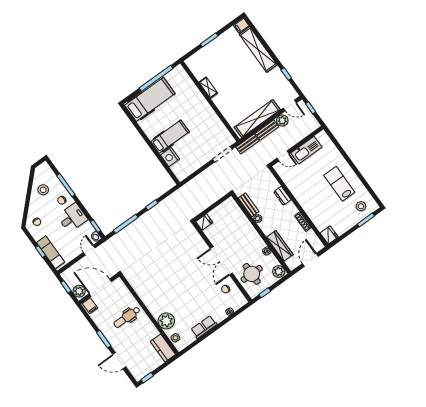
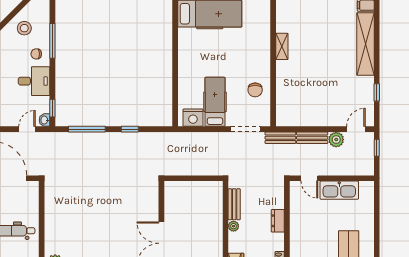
door: (290, 106) -> (356, 129), swing flipped
shelving: (257, 118) -> (311, 118), removed
chair: (211, 126) -> (255, 90), added
hospital bed: (170, 137) -> (215, 102), moved, turned -90
nightstand: (170, 157) -> (193, 118), moved, turned -90
fridge: (204, 222) -> (173, 188), removed

